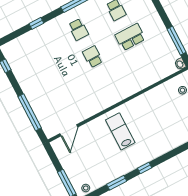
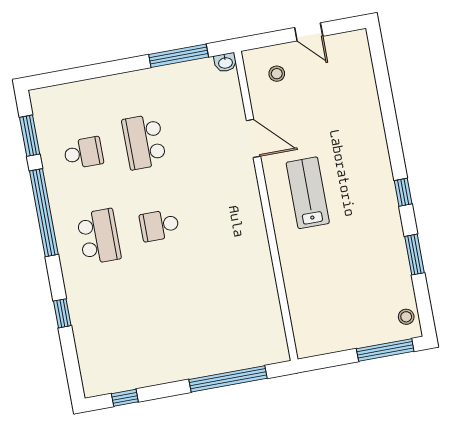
school desk: (78, 29) -> (99, 236), width x1.85
door: (69, 130) -> (253, 138), moved
lab bench: (120, 131) -> (308, 193), moved, turned 90

